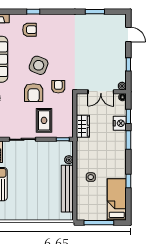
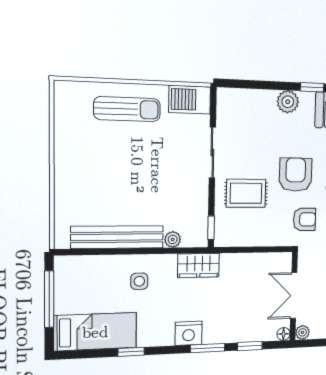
armchair: (34, 93) -> (296, 175), turned 90
nightstand: (120, 123) -> (189, 333), moved
wardrobe: (83, 126) -> (198, 265), moved

